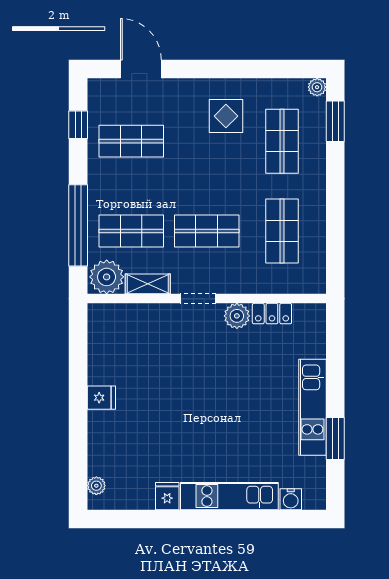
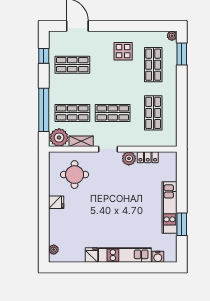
round table: (135, 346) -> (75, 175), added

